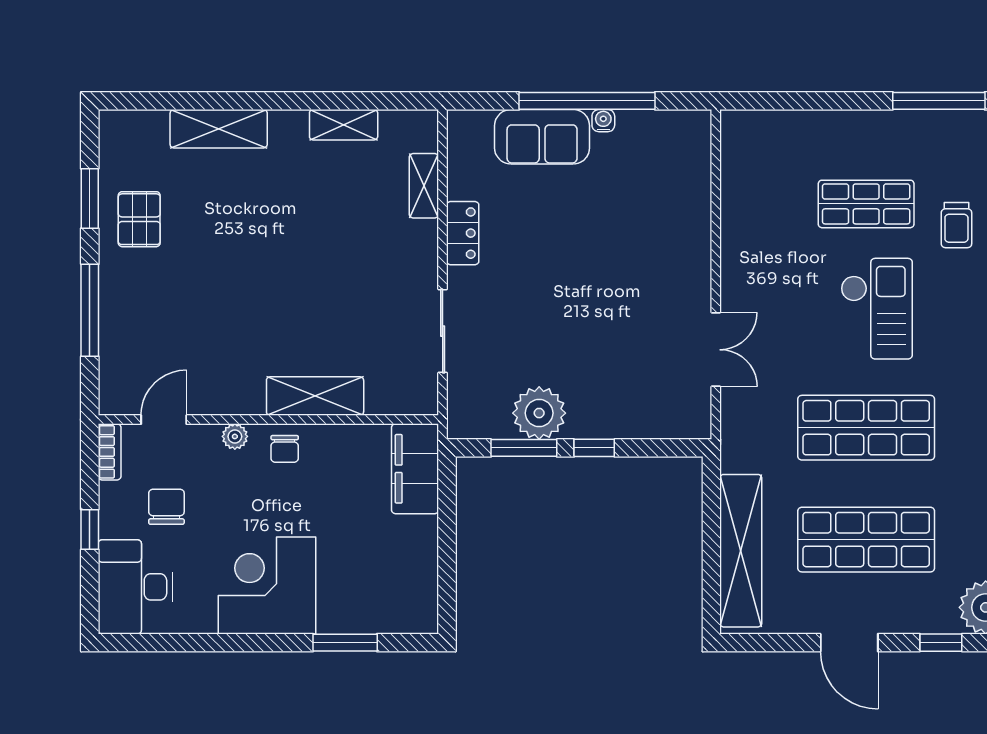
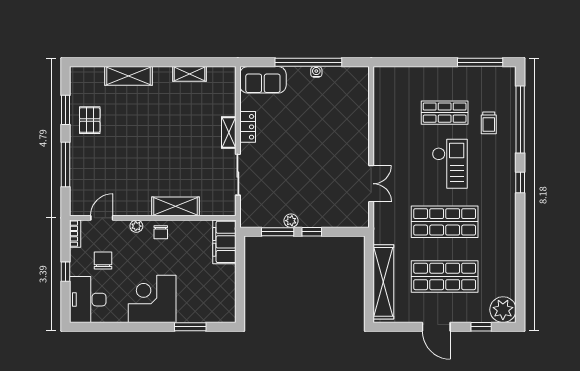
sofa: (542, 137) -> (263, 80), moved
shelving: (424, 186) -> (229, 133), moved
plant: (539, 413) -> (291, 221), width x0.53, depth x0.53

